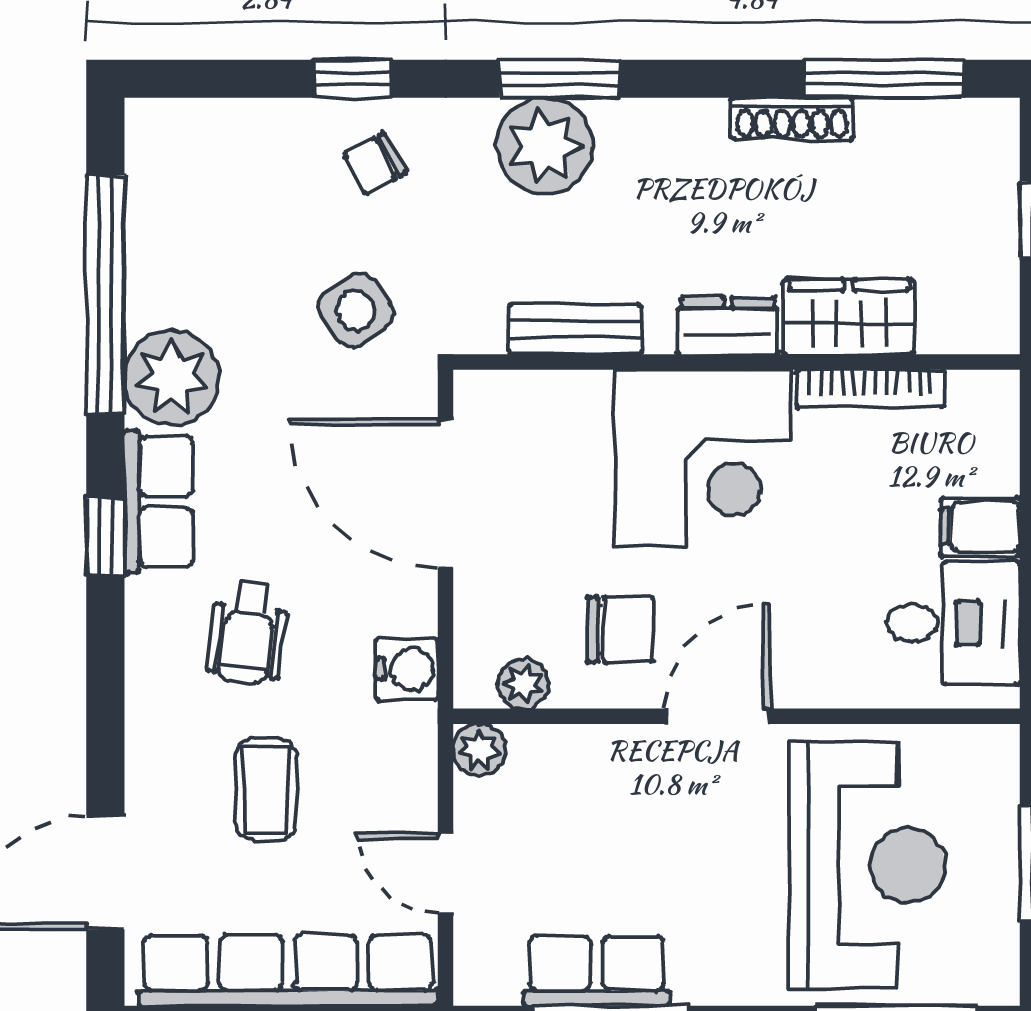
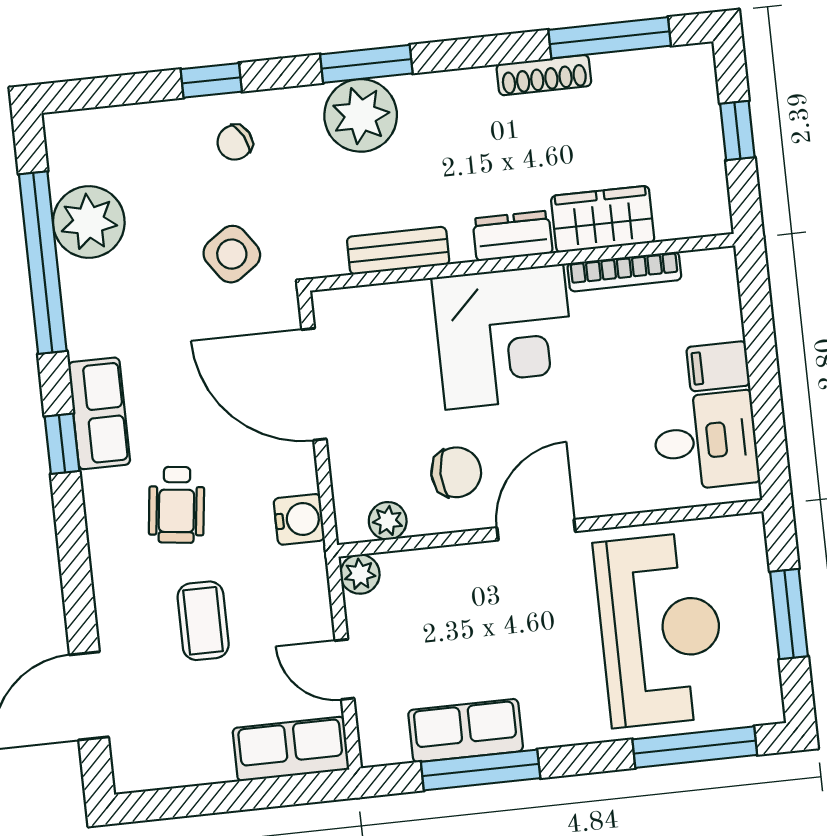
plant: (172, 378) -> (89, 222), moved
row of seats: (288, 970) -> (291, 749), width x0.50

